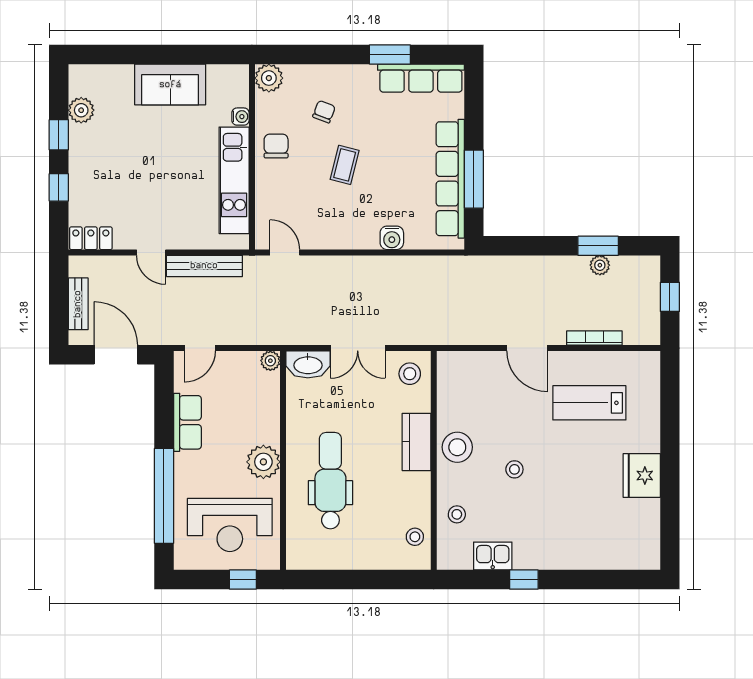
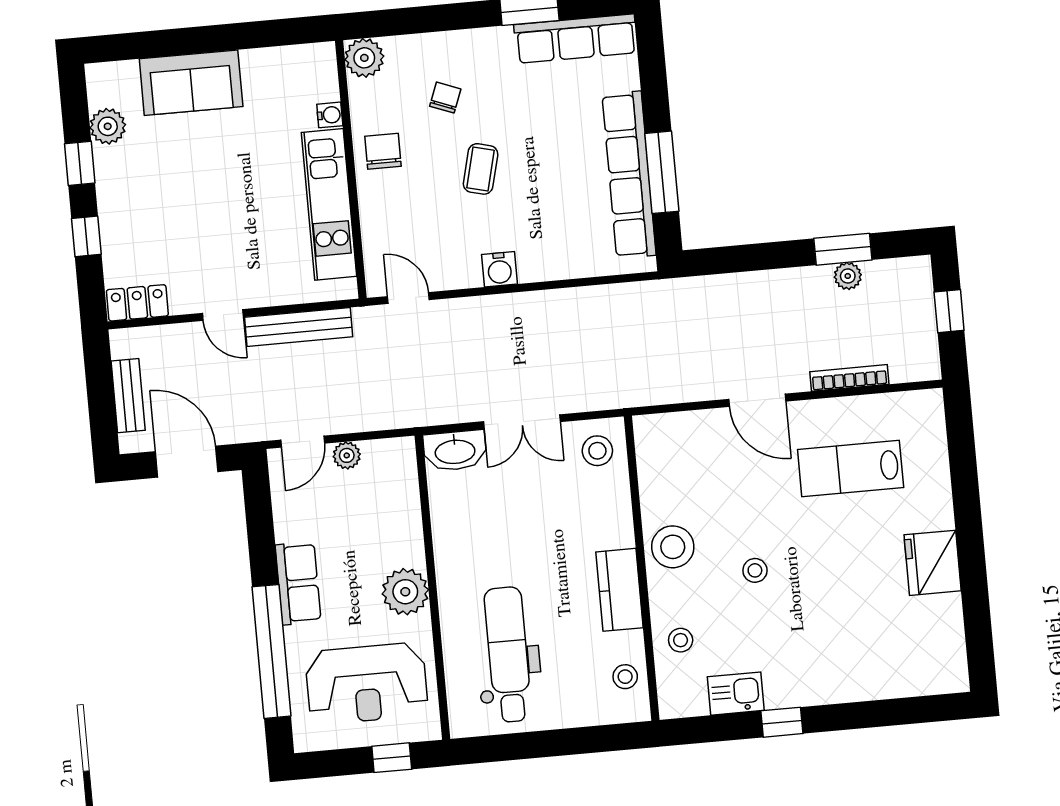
sofa: (170, 85) -> (191, 83), moved
water cooler: (392, 238) -> (500, 269), moved
plant: (270, 361) -> (347, 455), moved
row of seats: (187, 422) -> (298, 583), moved
kitchen counter: (416, 442) -> (619, 590), moved
dental chair: (330, 481) -> (508, 655), moved

